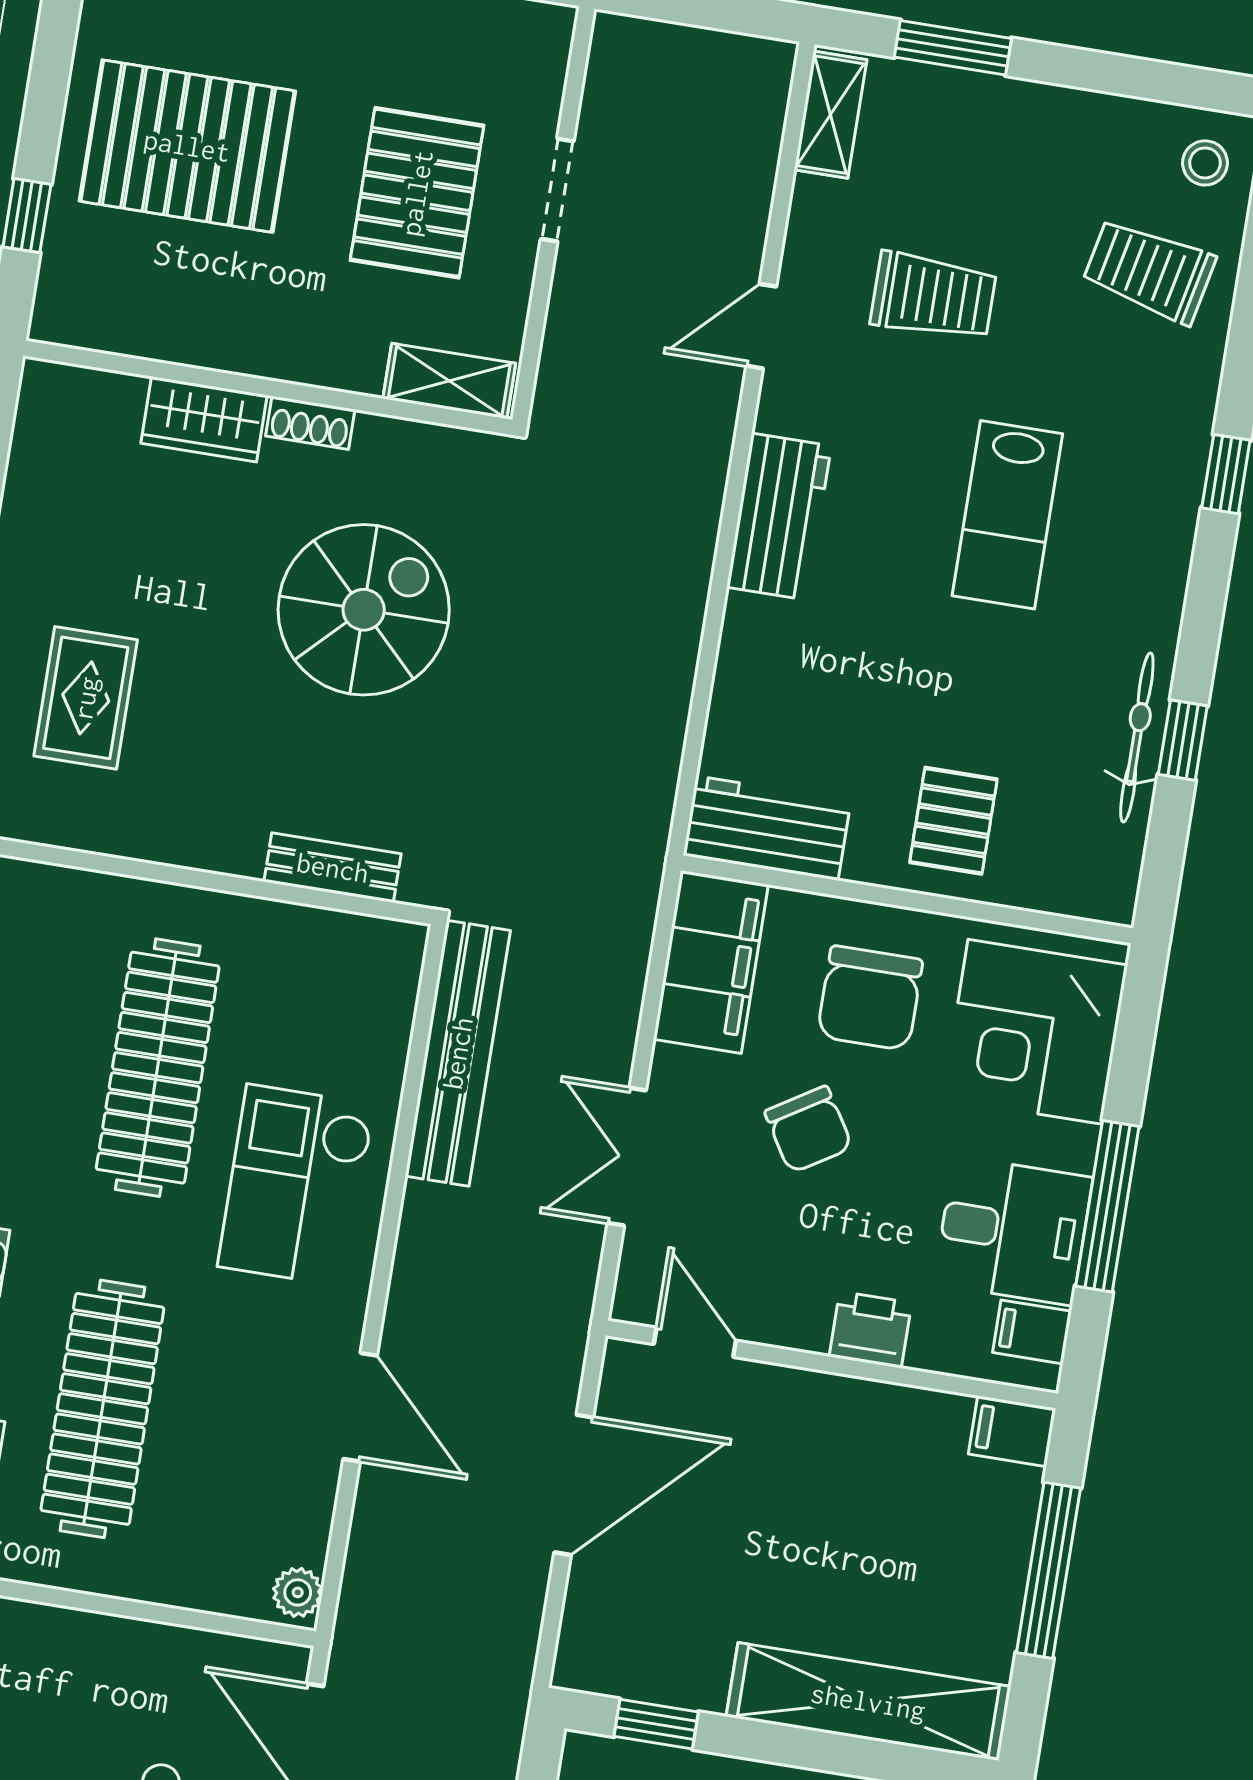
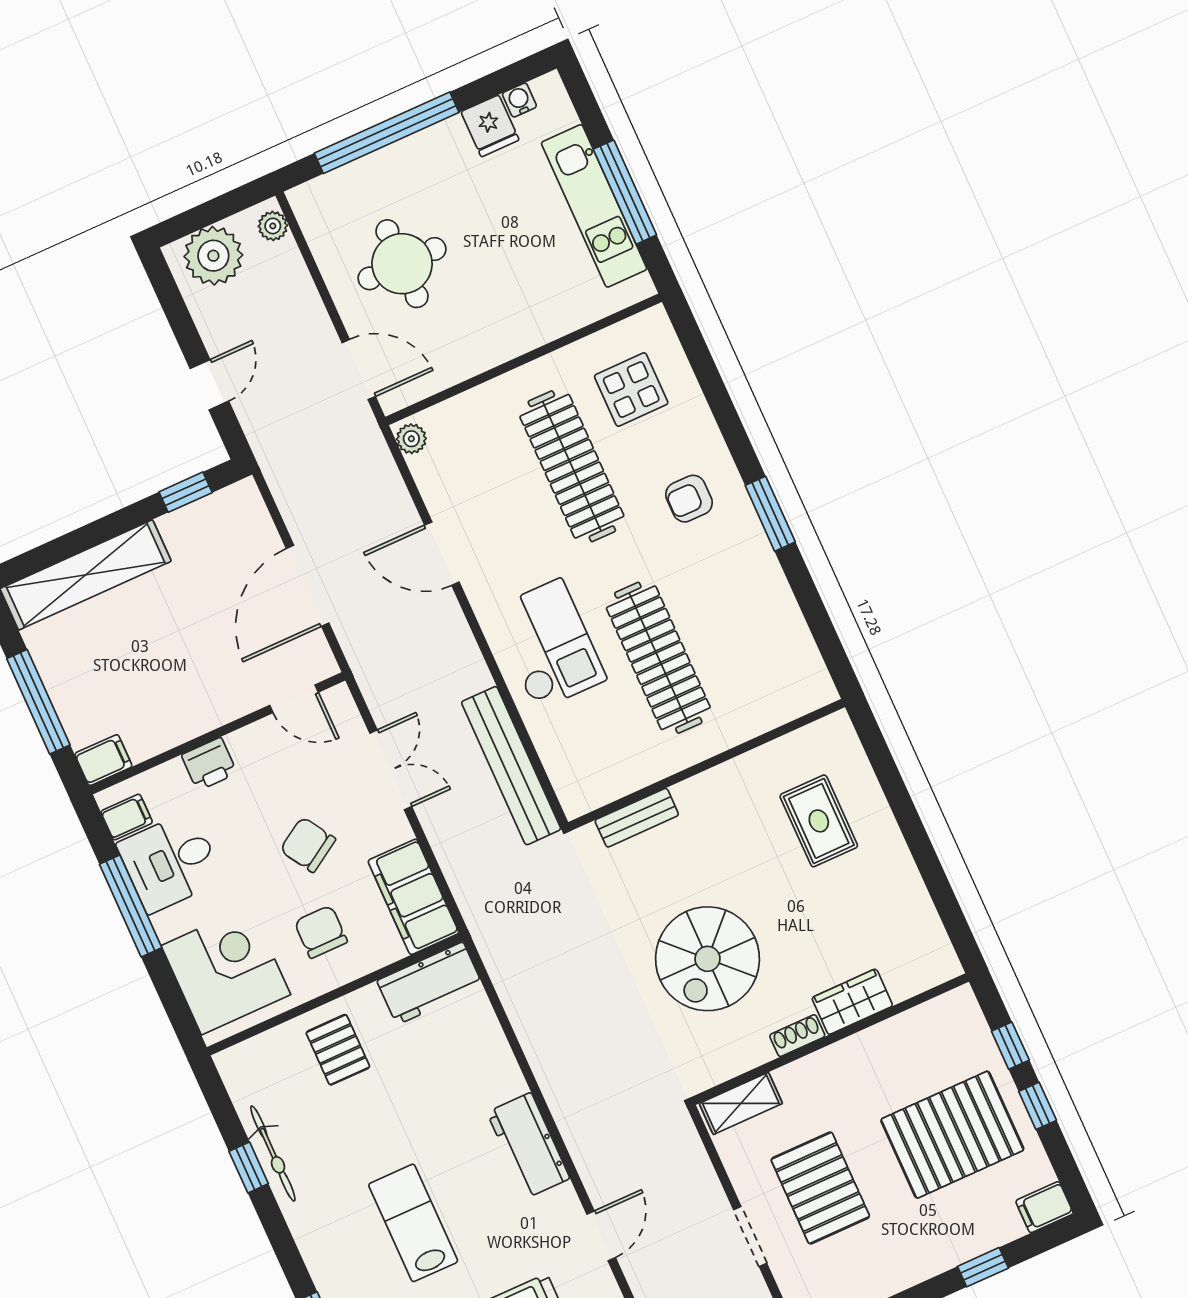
window: (44, 108) -> (1038, 1106), added
chair: (870, 998) -> (321, 932), width x0.73, depth x0.73

